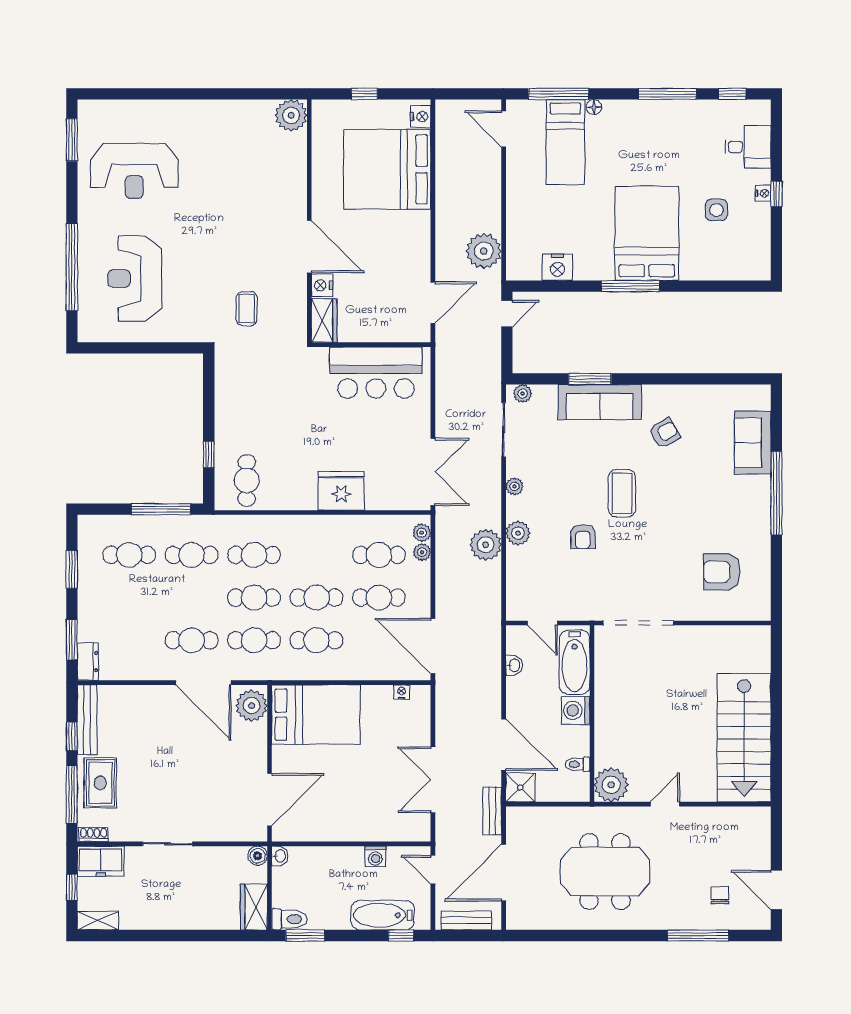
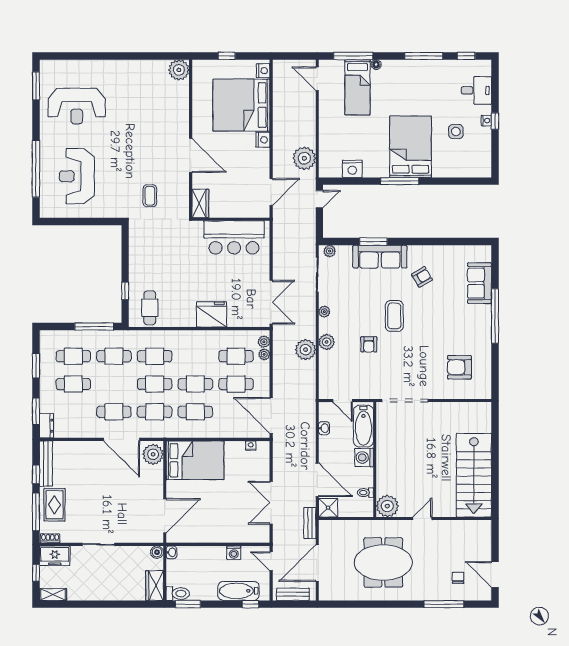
nightstand: (322, 285) -> (263, 140), moved, turned 180
cafe table: (129, 598) -> (73, 384), added

